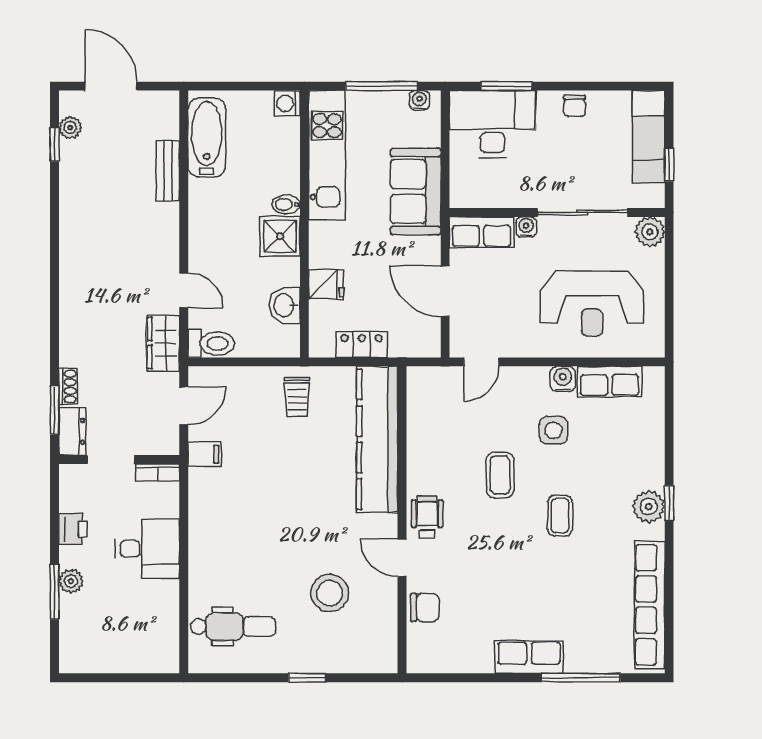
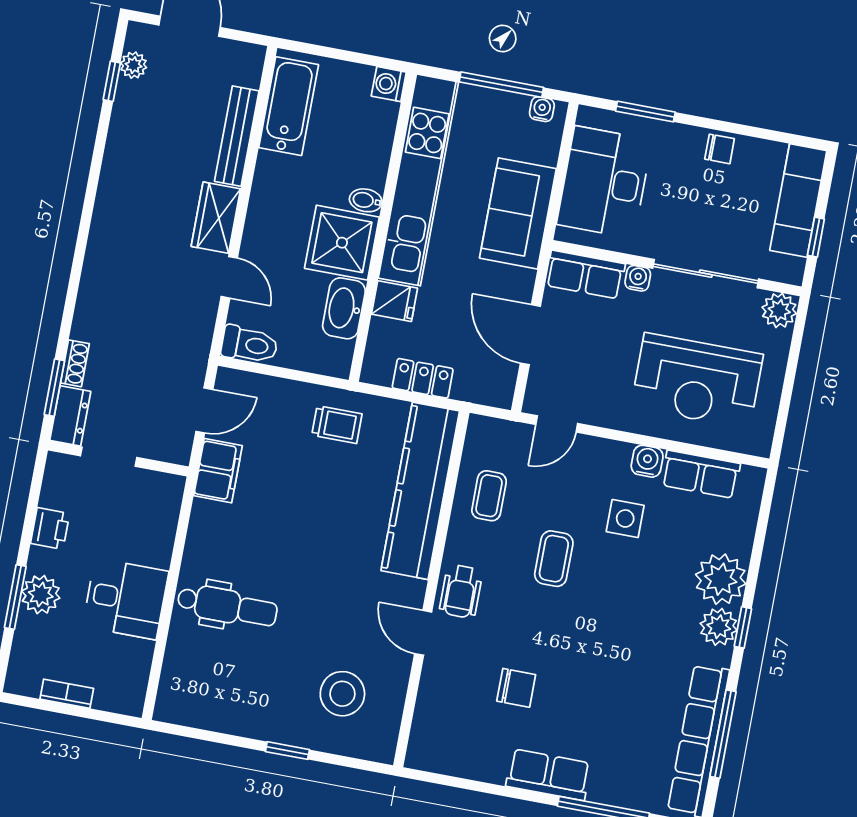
chair: (575, 106) -> (720, 149), turned -90
desk: (492, 124) -> (604, 182), moved, turned -90
kitchen unit: (327, 155) -> (418, 180), width x1.36
bench: (168, 171) -> (237, 136), width x1.36
shower: (280, 236) -> (342, 243), width x1.36, depth x1.36
washbasin: (285, 305) -> (344, 308), width x1.38
wardrobe: (163, 343) -> (216, 218), moved
trolley: (297, 397) -> (337, 425), turned -90
filing cabinet: (205, 454) -> (218, 471), width x2.00
plant: (643, 466) -> (721, 579), added
bookcase: (158, 472) -> (67, 694), moved, turned 180
coffee table: (560, 516) -> (489, 496), moved
wheelchair: (427, 517) -> (461, 591), turned 180
desk: (147, 549) -> (126, 599), moved
plant: (71, 581) -> (41, 595), width x1.38, depth x1.38
stool: (330, 593) -> (342, 694), moved
window: (669, 596) -> (723, 734), added
chair: (425, 607) -> (516, 688), moved
dental chair: (233, 627) -> (227, 606), moved

